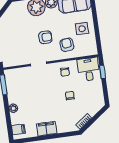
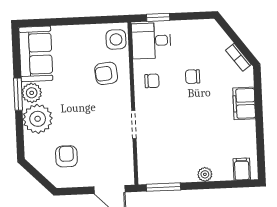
side table: (82, 29) -> (116, 39), moved
armchair: (45, 37) -> (66, 156), moved
filing cabinet: (47, 129) -> (244, 103), moved

